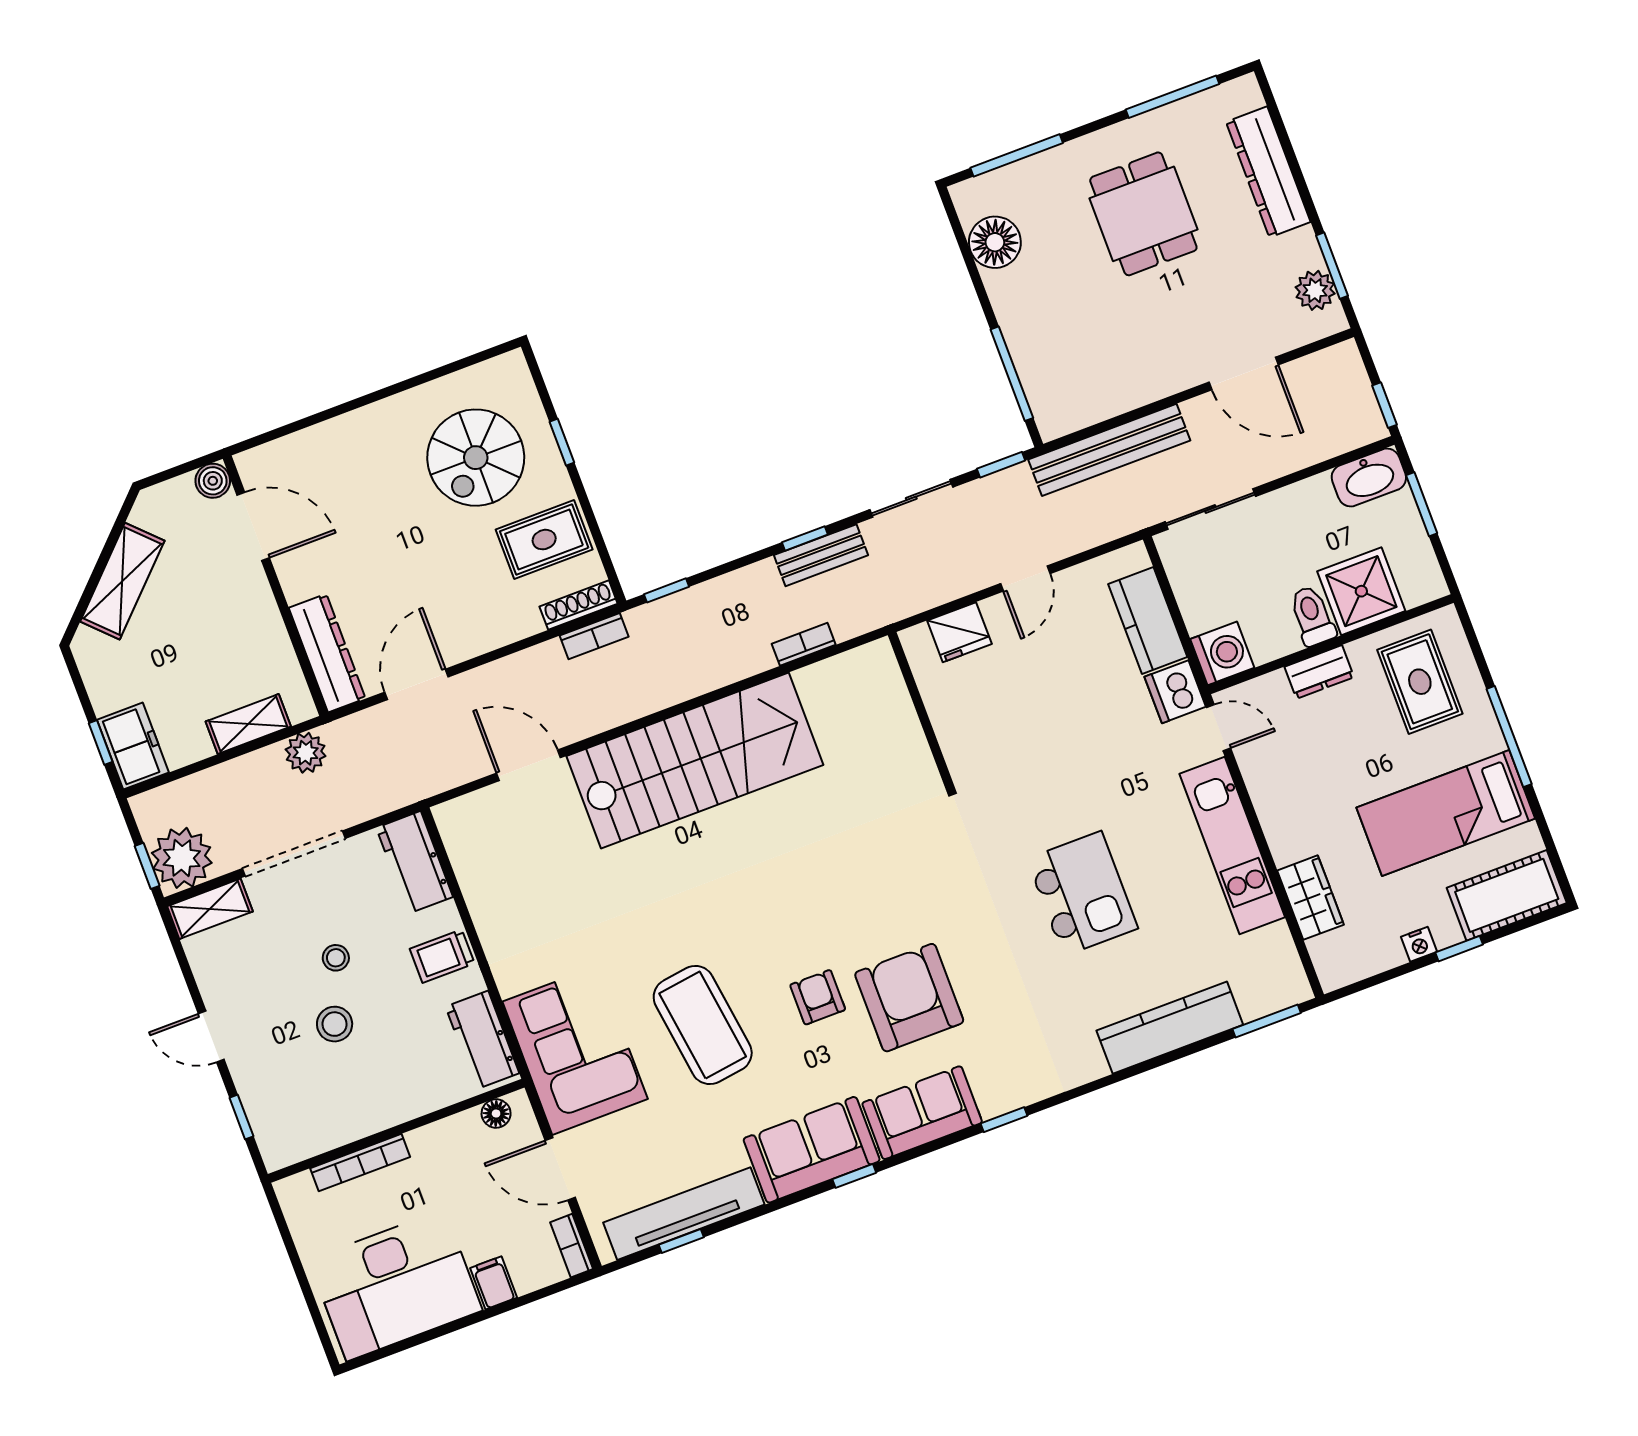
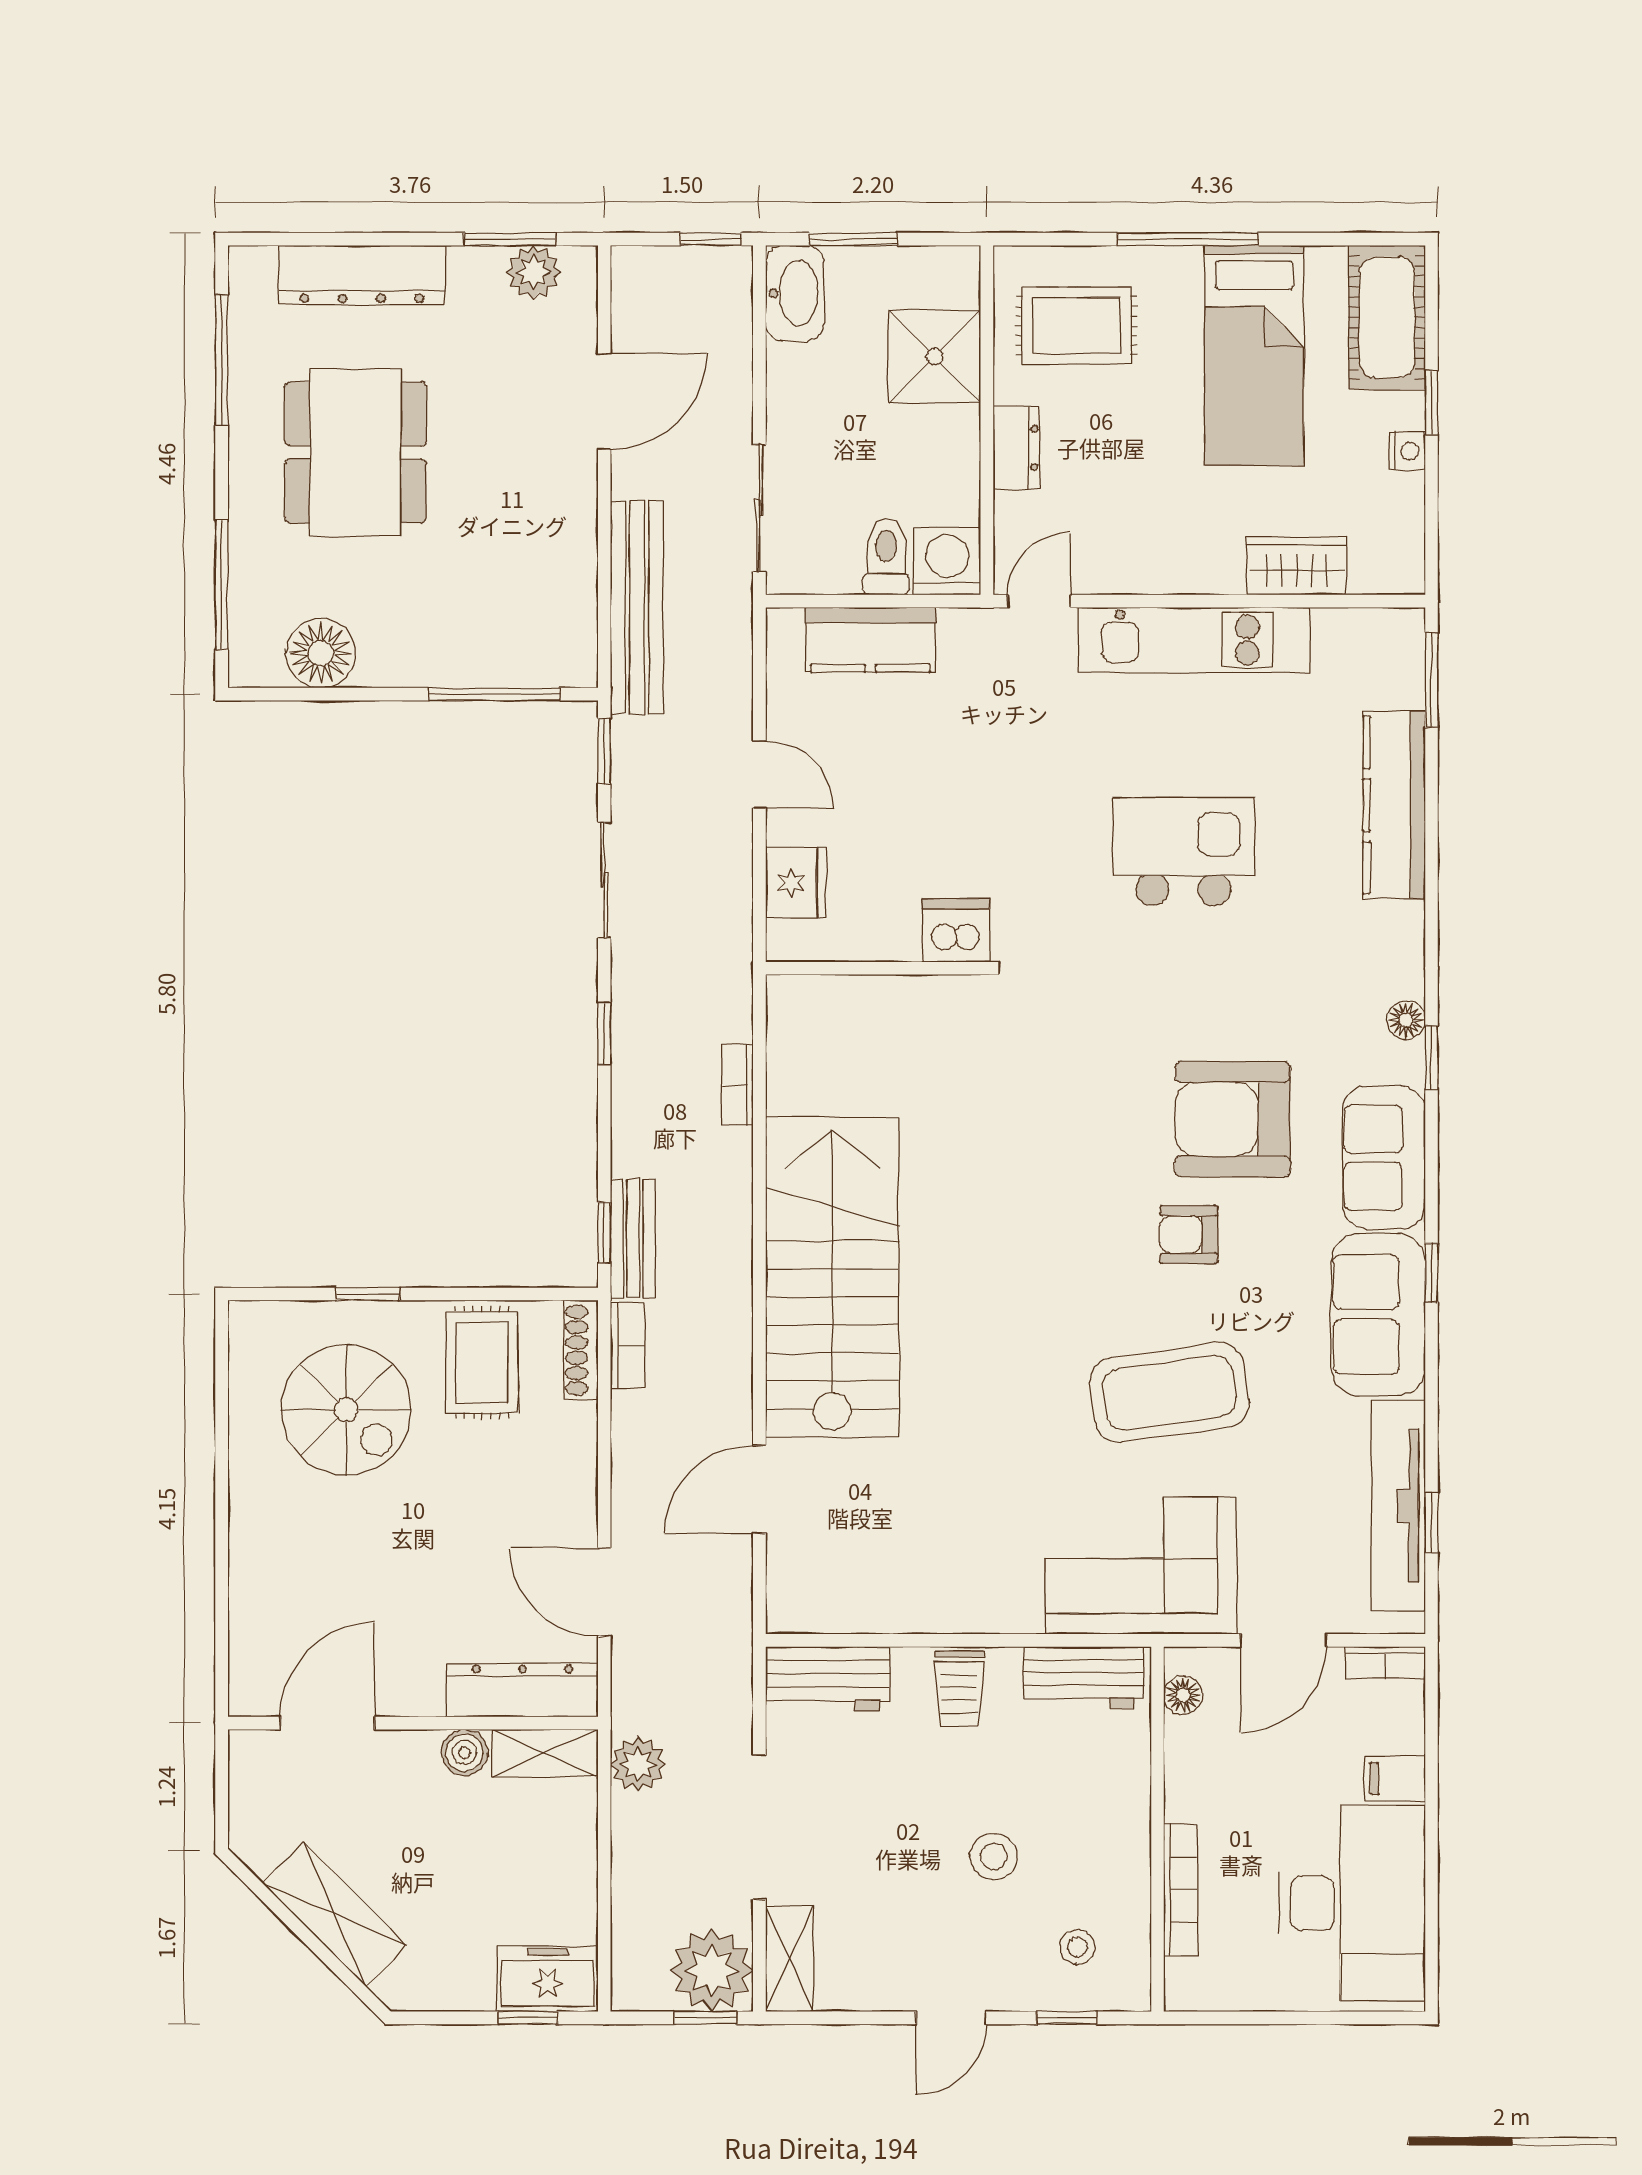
dining table: (1143, 214) -> (355, 452), width x1.38
boiler: (213, 481) -> (464, 1752), moved
bench: (821, 555) -> (633, 1239), moved
toilet: (1312, 616) -> (886, 557), moved, turned 90
dishwasher: (1175, 692) -> (956, 930), moved, turned 180
shelving: (248, 724) -> (544, 1753), moved, turned 90
stool: (336, 958) -> (1077, 1947), moved
floor lamp: (1023, 1092) -> (1406, 1020), added

